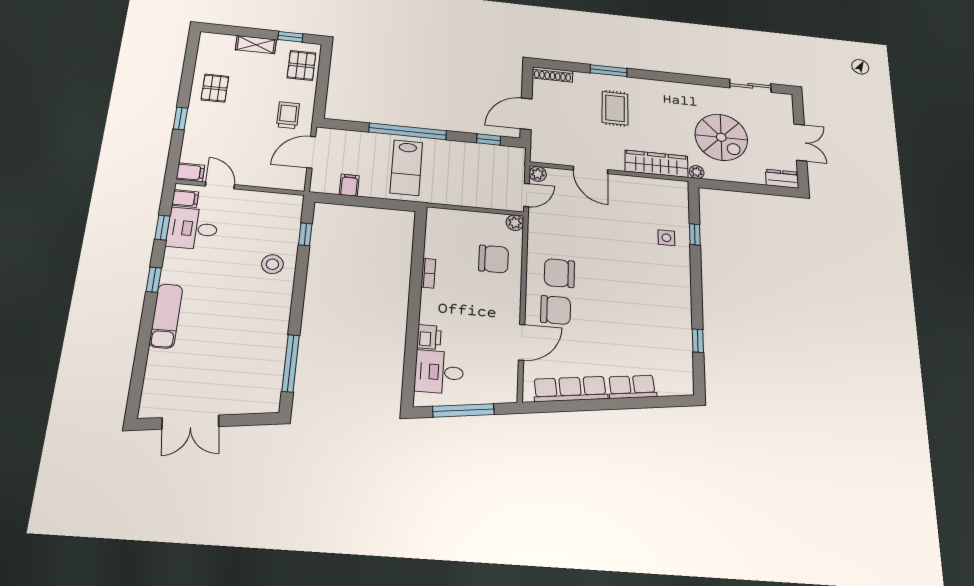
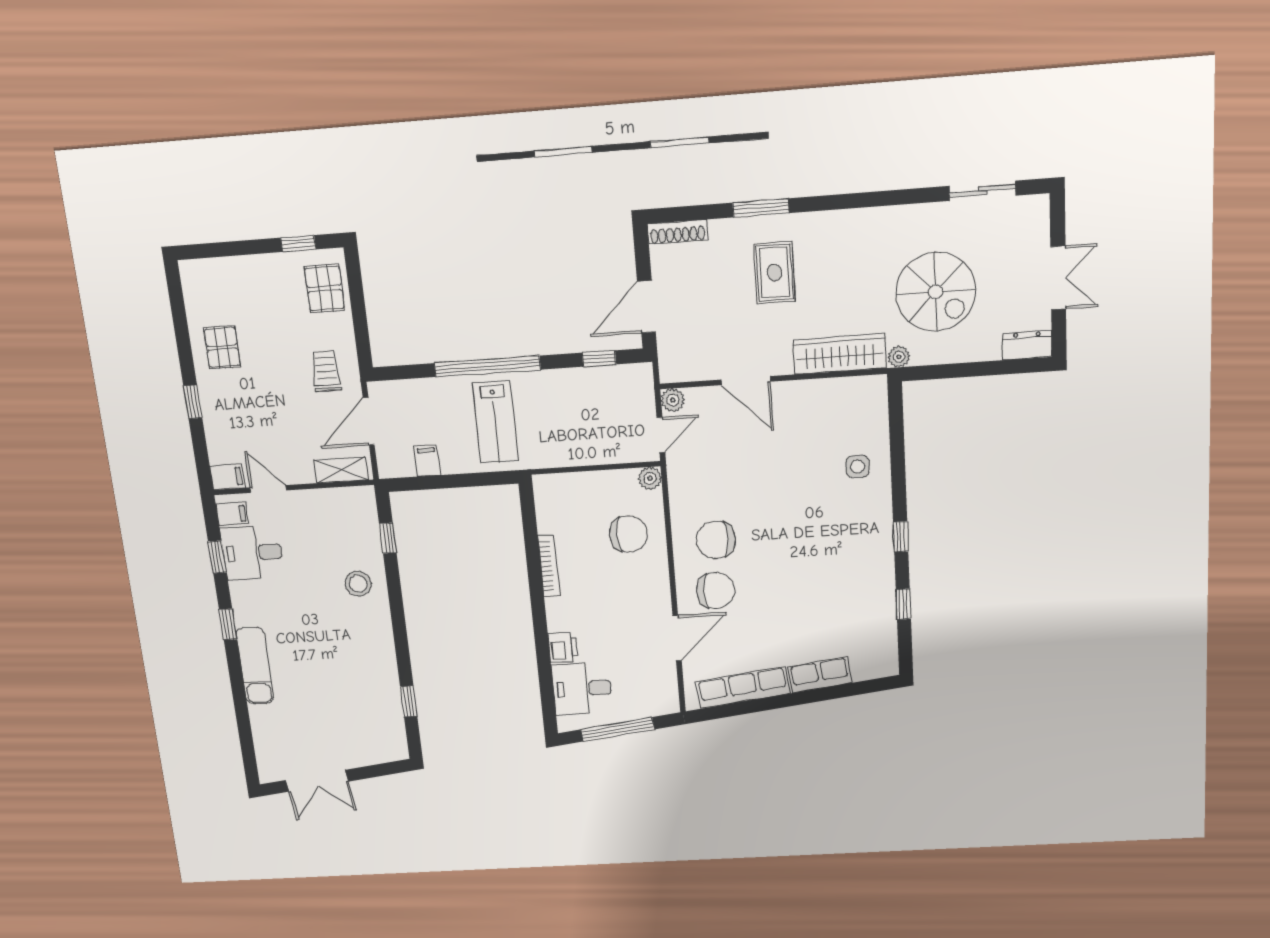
shelving: (256, 45) -> (341, 470), moved
window: (695, 234) -> (901, 537), moved
bookcase: (428, 273) -> (549, 566), width x1.56
window: (291, 363) -> (409, 701), width x0.46

